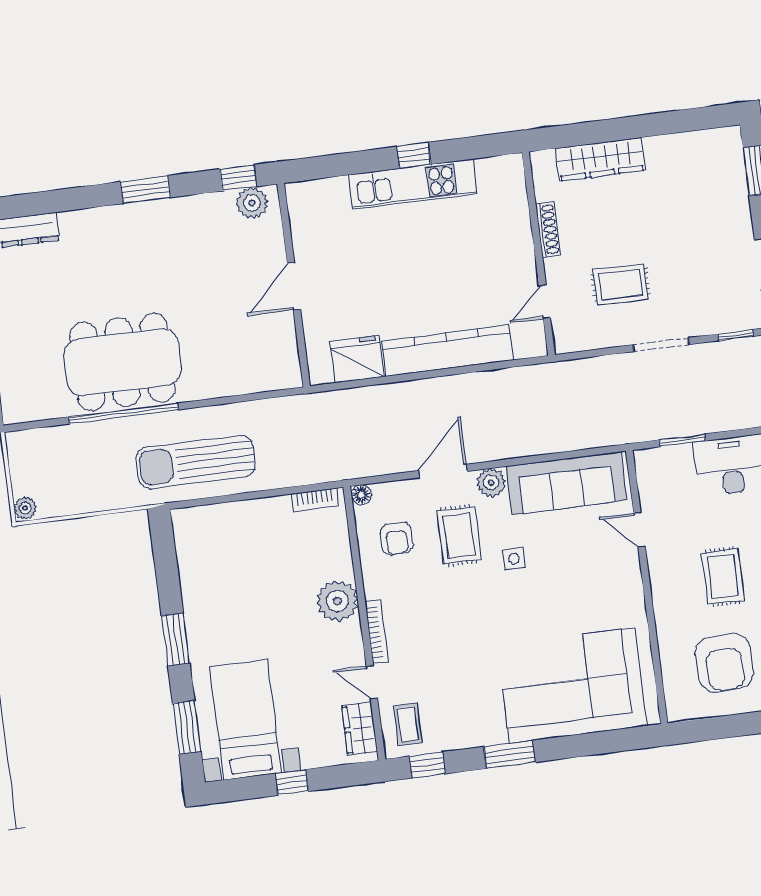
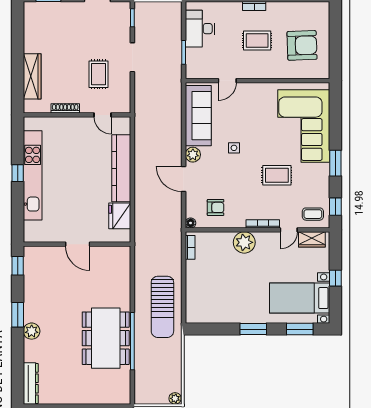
kitchen unit: (413, 184) -> (33, 175), width x1.36
plant: (252, 203) -> (32, 331), moved
rug: (459, 535) -> (277, 175), moved

